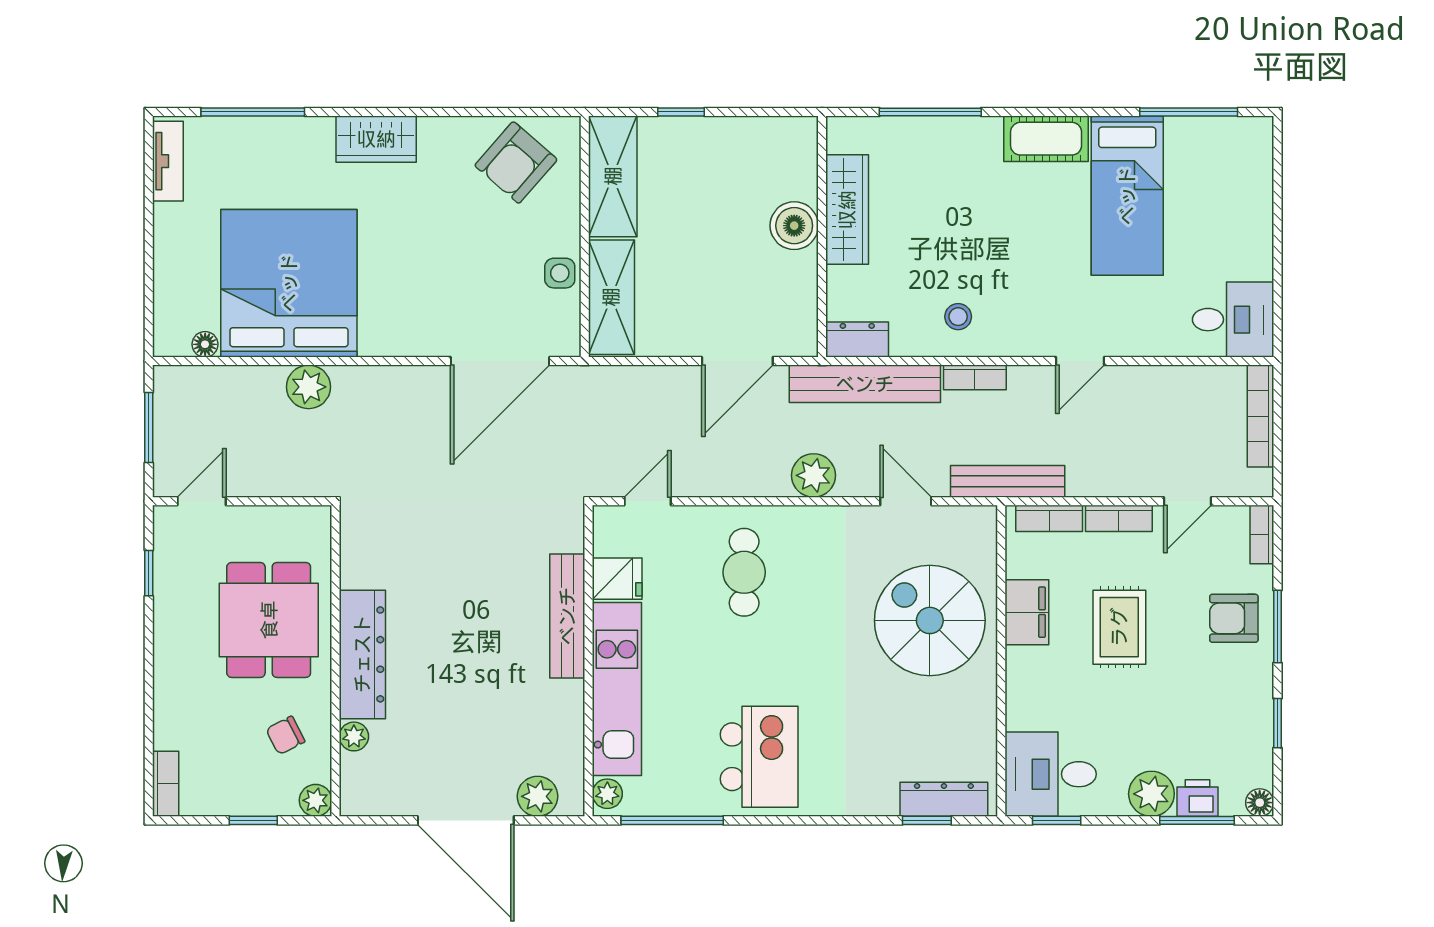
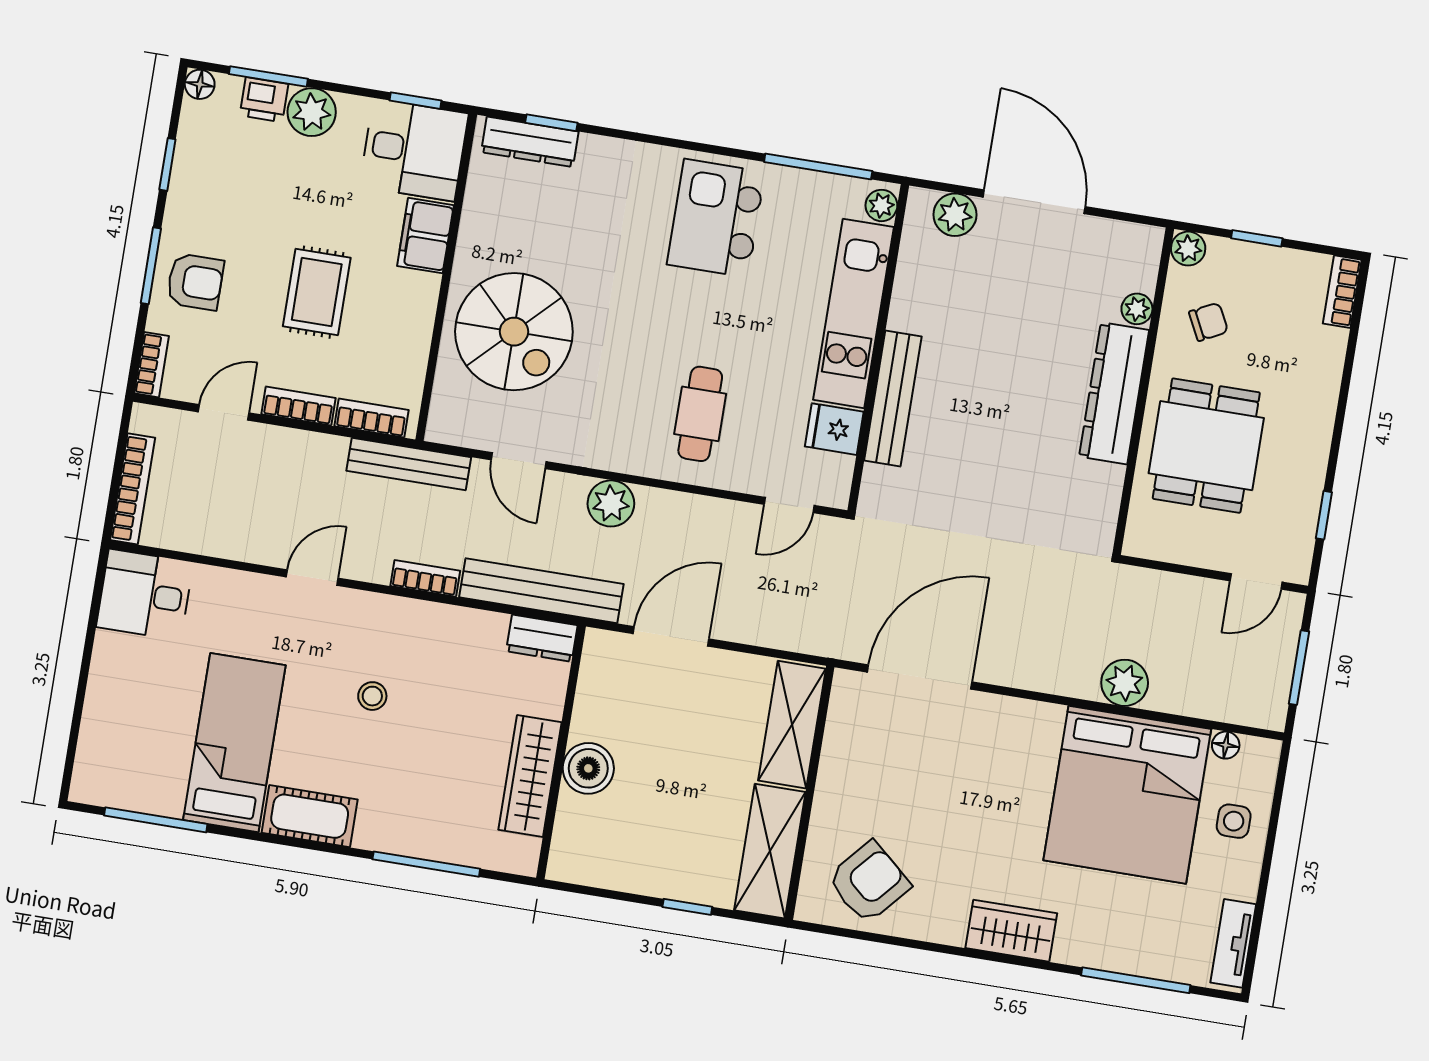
side table: (560, 273) -> (1234, 821), moved
stool: (958, 317) -> (372, 696), moved
filing cabinet: (1027, 612) -> (425, 236), moved

